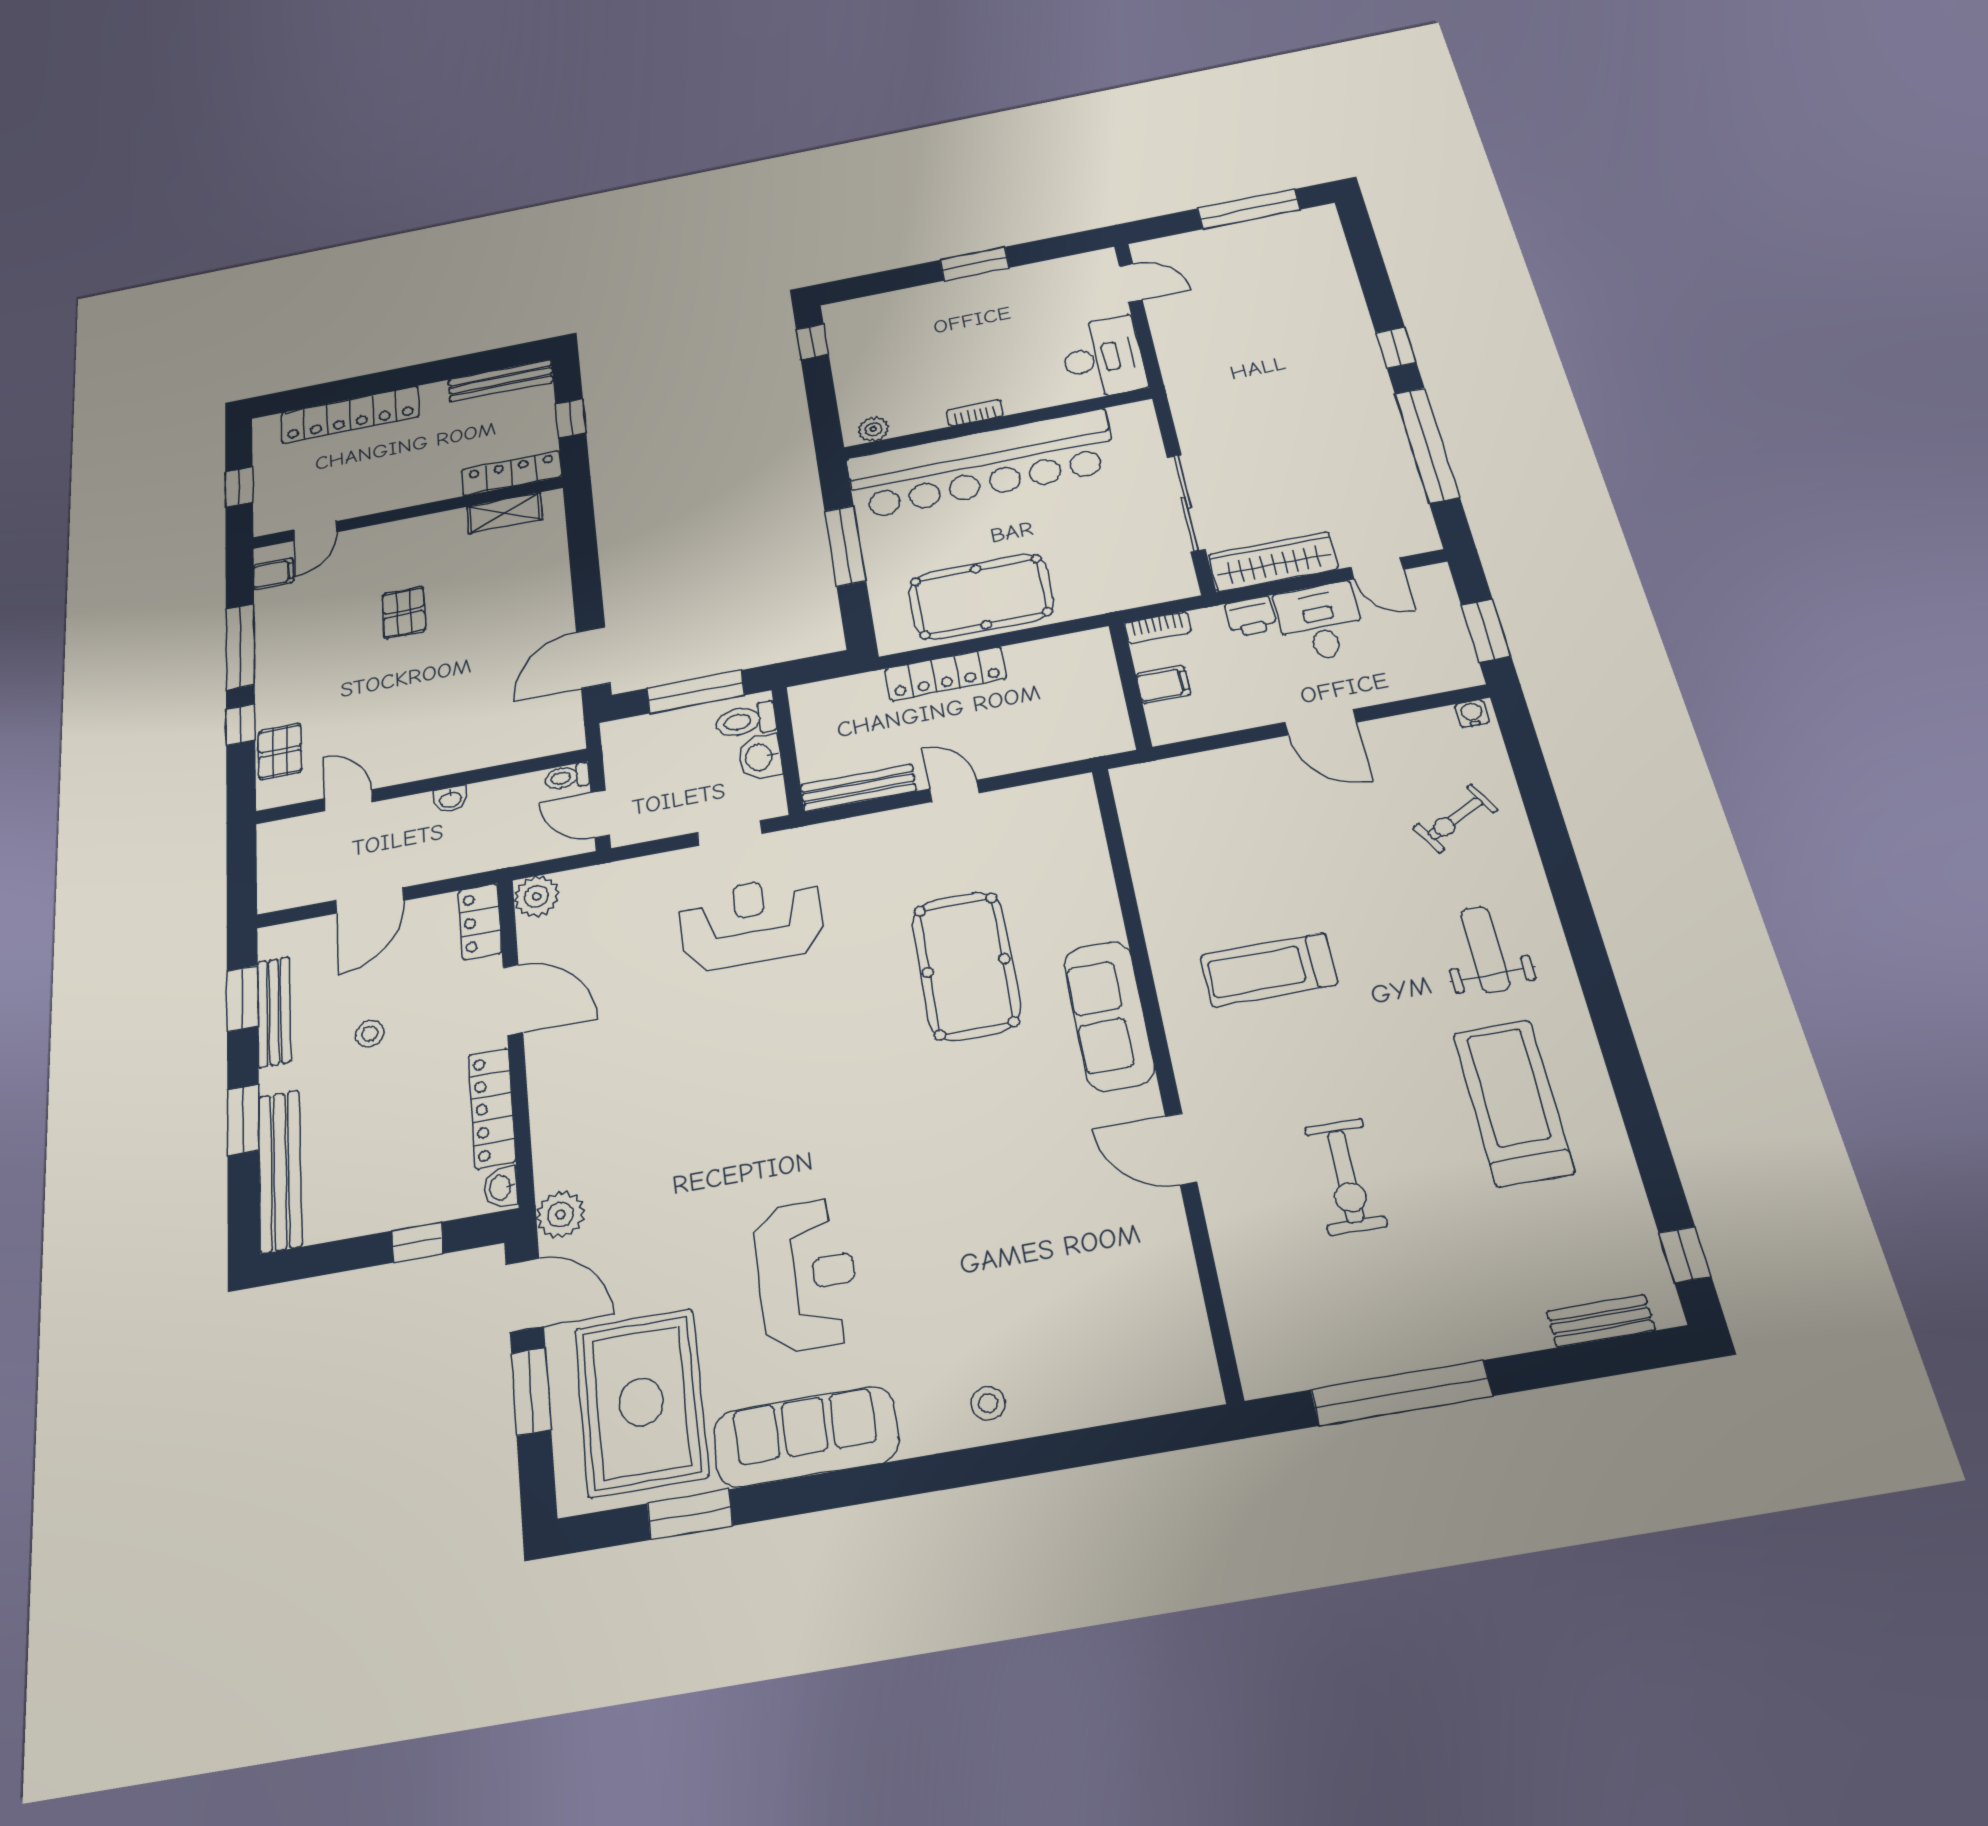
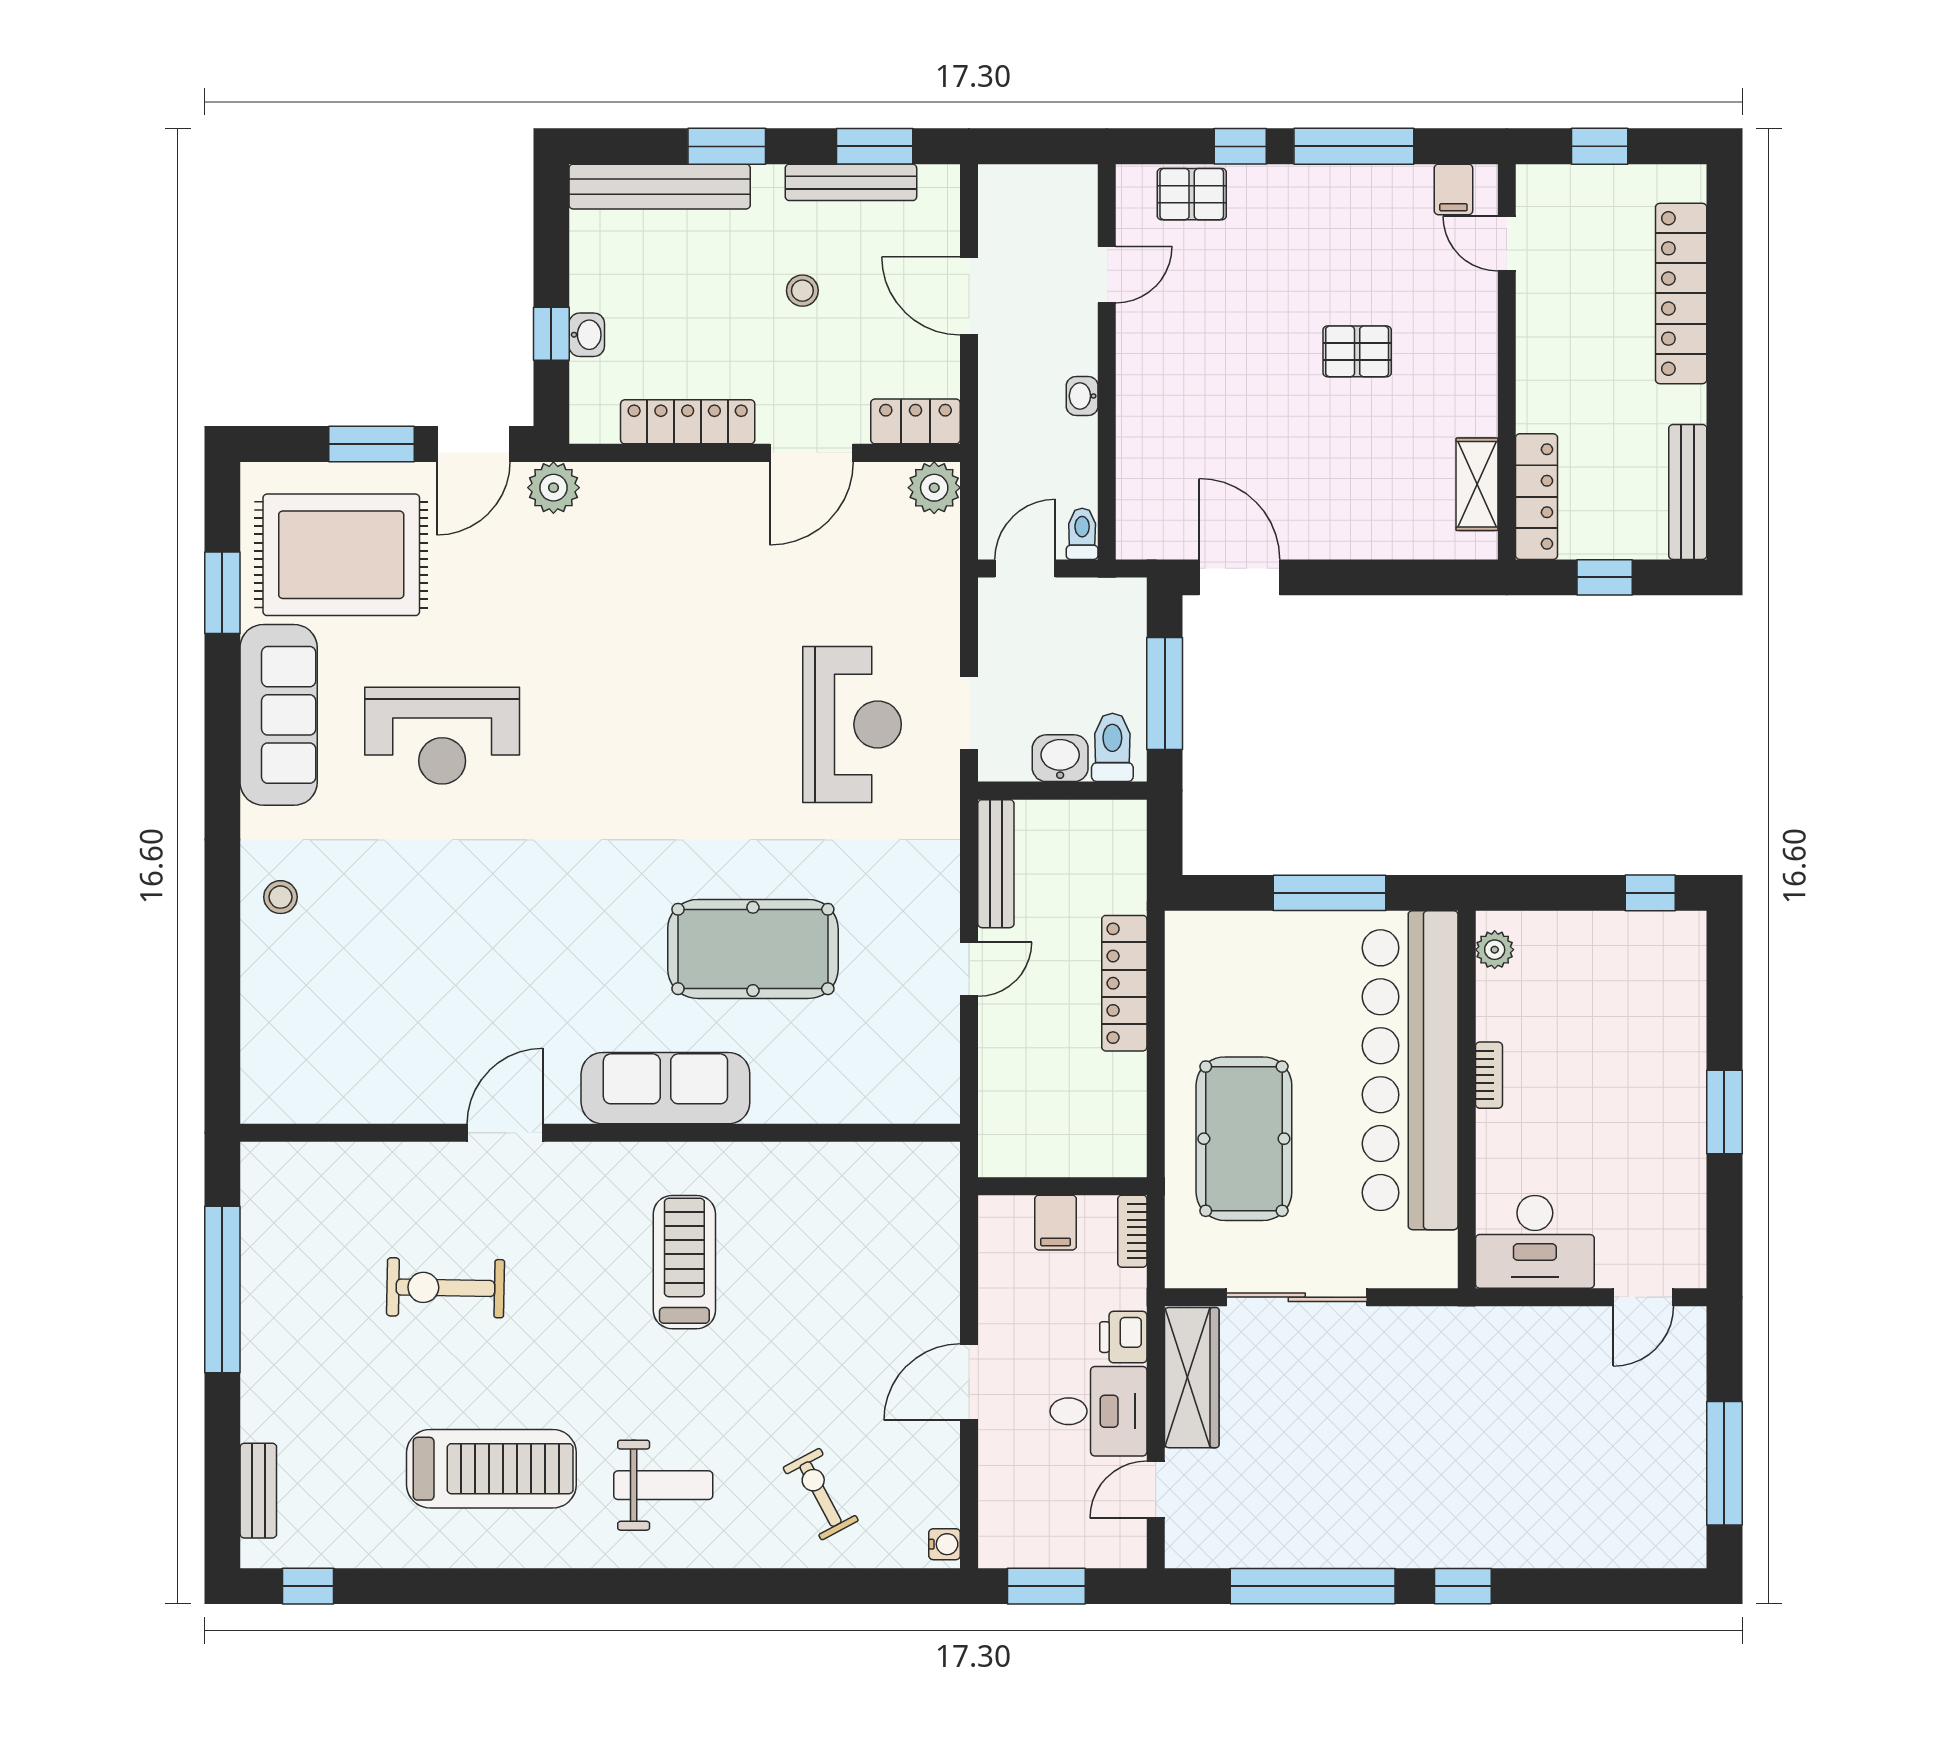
pool table: (981, 597) -> (1244, 1139), moved
washbasin: (501, 1187) -> (587, 335), moved, turned 90

